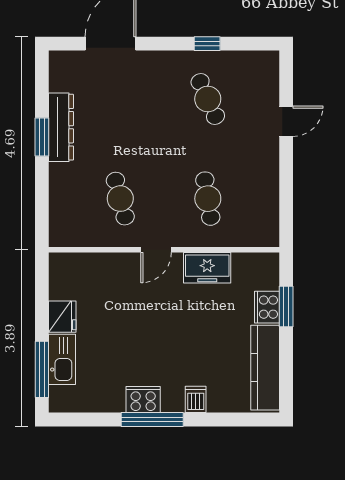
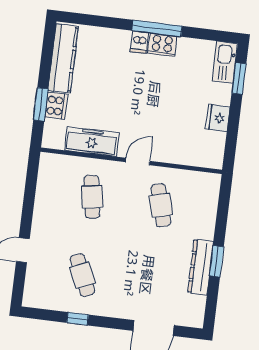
freezer: (207, 268) -> (92, 142), width x1.40
kitchen sink: (62, 359) -> (225, 62), moved
window: (42, 369) -> (239, 78), width x0.69
dishwasher: (196, 399) -> (139, 42), moved

